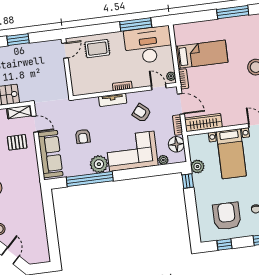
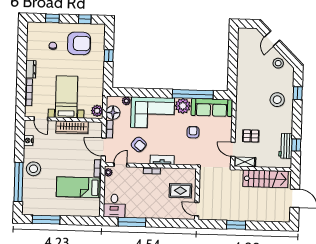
desk: (148, 45) -> (114, 206), width x0.53, depth x0.77
rug: (97, 49) -> (180, 191), moved
door: (65, 50) -> (197, 209), hinge flipped
door: (159, 87) -> (120, 165), swing flipped
wardrobe: (203, 123) -> (72, 127), moved
sofa: (50, 154) -> (212, 108), moved, turned -90
plant: (197, 167) -> (97, 111), moved
window: (188, 181) -> (109, 56), moved
armchair: (227, 216) -> (79, 43), turned -90

